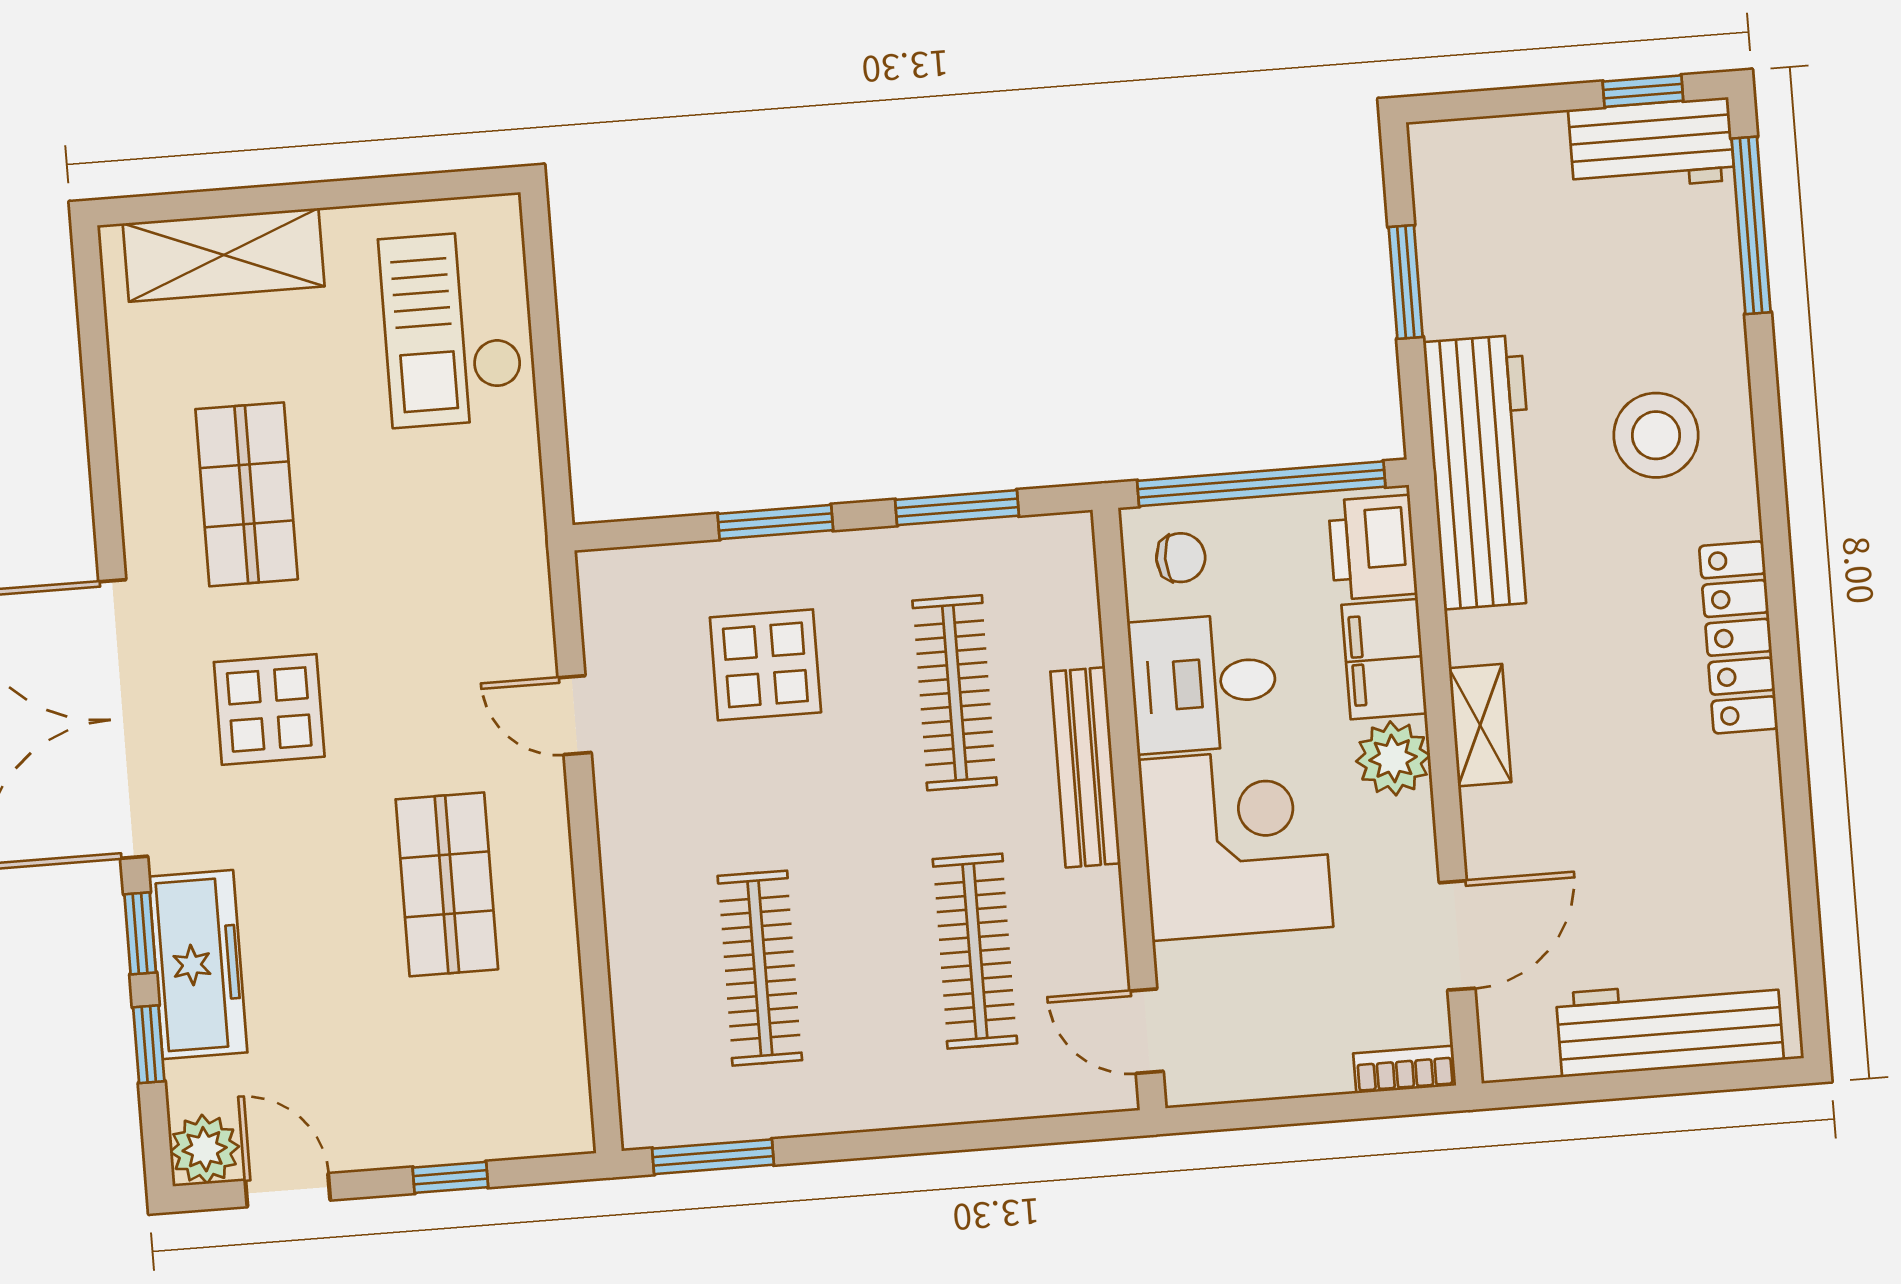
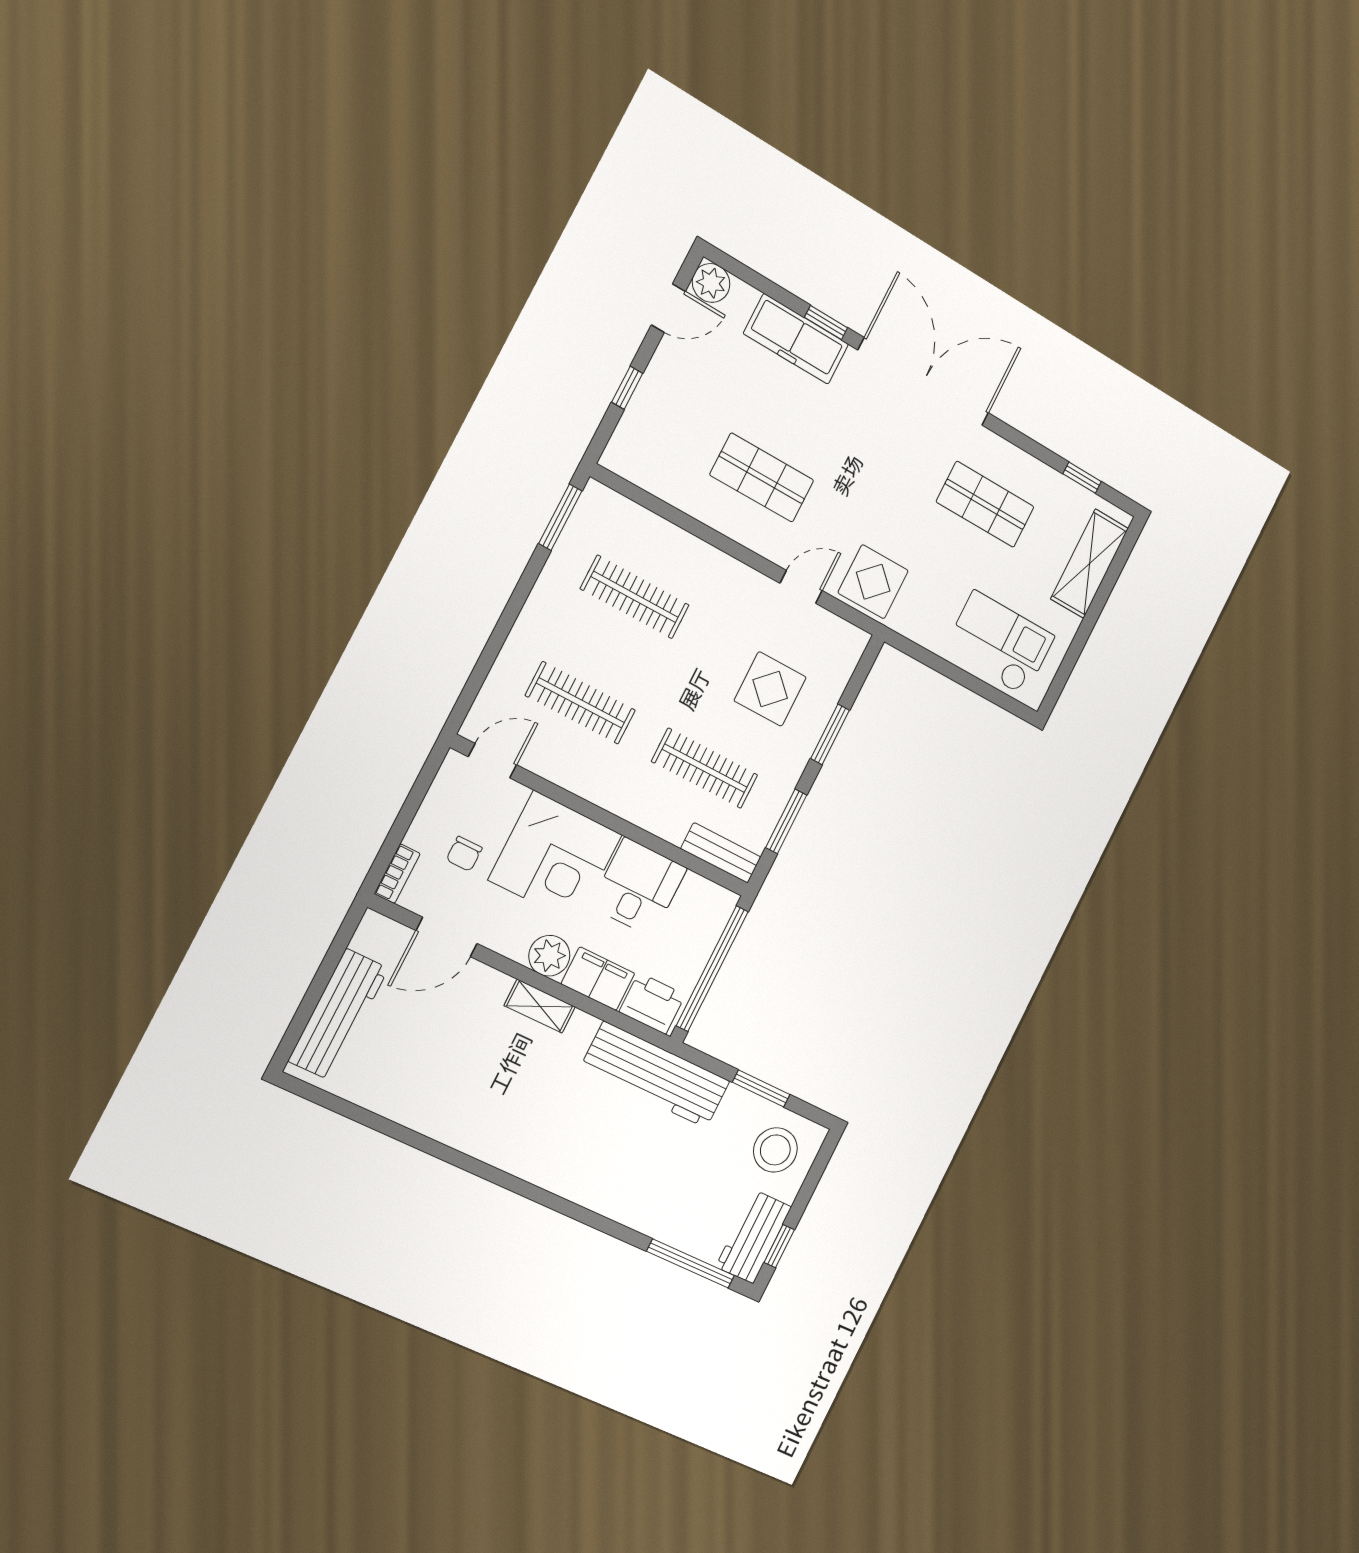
stool: (1656, 435) -> (775, 1150), moved
chair: (1181, 558) -> (464, 854), moved
locker: (1739, 637) -> (506, 1153), removed
display table: (269, 709) -> (873, 582), moved
bench: (1085, 767) -> (721, 853), moved, width x0.73
door: (1457, 935) -> (447, 937), hinge flipped
window: (149, 1044) -> (1082, 478), moved

